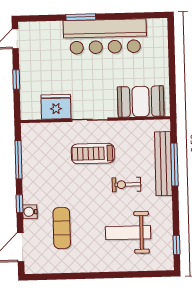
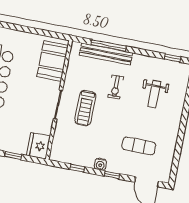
fridge: (56, 107) -> (38, 146), moved
window: (18, 160) -> (77, 168), width x0.46
water cooler: (30, 212) -> (100, 164), moved
weight bench: (128, 233) -> (154, 94), width x0.73, depth x0.75

